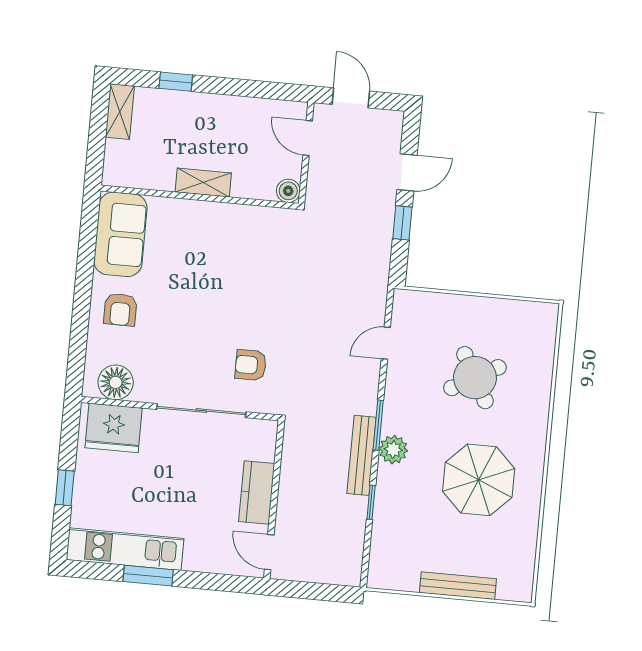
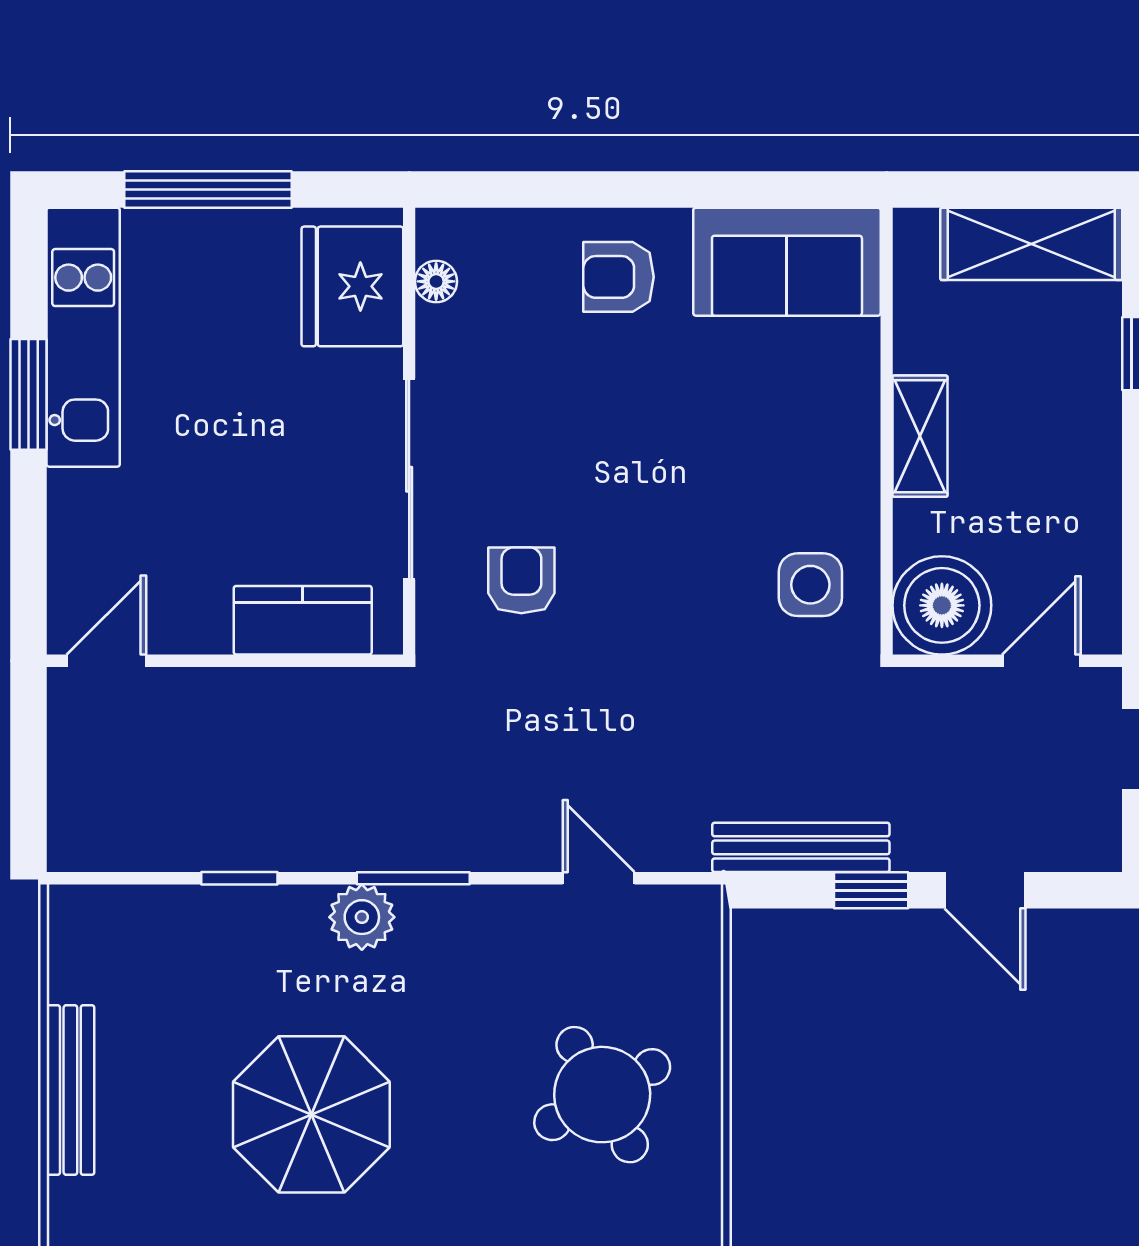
shelving: (120, 112) -> (1031, 244), width x1.50, depth x1.33
boiler: (288, 191) -> (942, 605), width x1.86, depth x1.86
side table: (264, 237) -> (810, 585), added
round table: (475, 378) -> (602, 1095), moved
floor lamp: (116, 382) -> (436, 281), width x0.53, depth x0.53
bench: (362, 455) -> (801, 847), moved
window: (65, 488) -> (208, 189), width x2.17
kitchen counter: (257, 493) -> (303, 620), moved

